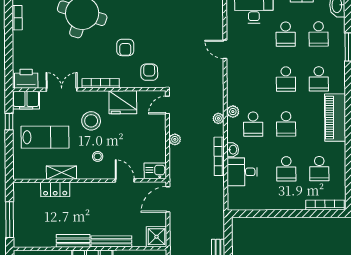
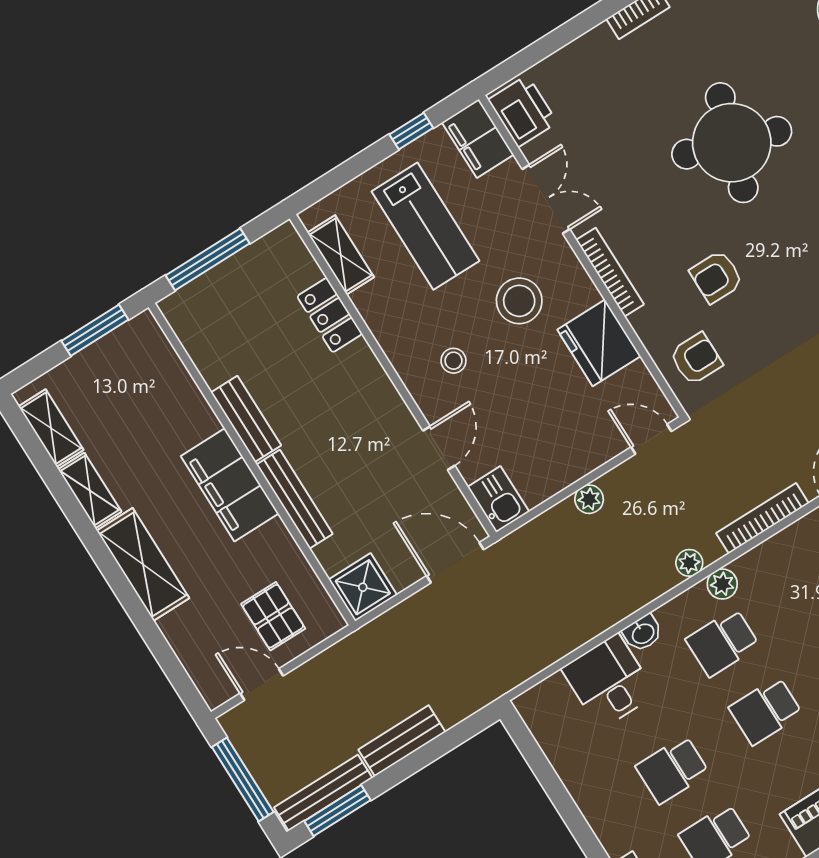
bookcase: (219, 156) -> (762, 518), moved
shelving: (61, 173) -> (341, 255), moved

